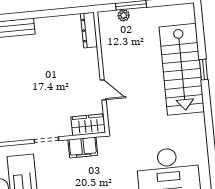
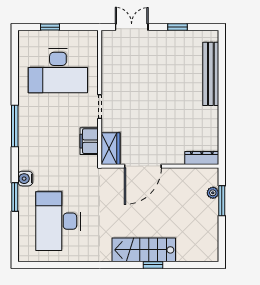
stairs: (182, 69) -> (144, 250), width x0.73, depth x0.66
door: (103, 90) -> (143, 166), width x1.88

